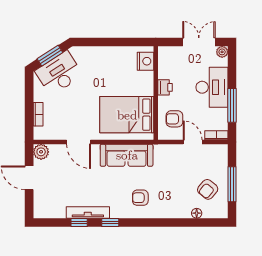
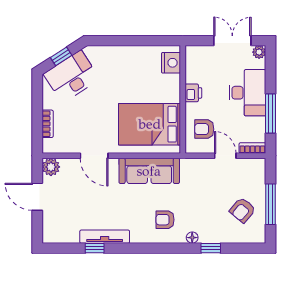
window: (50, 56) -> (61, 56), width x0.67
floor lamp: (197, 213) -> (192, 238), moved
window: (110, 222) -> (211, 248), moved

